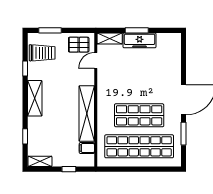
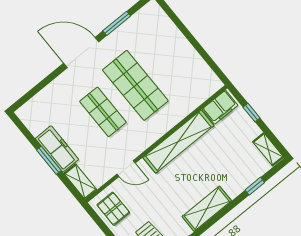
door: (96, 60) -> (126, 169), moved
shop shelf: (139, 146) -> (103, 112), moved, width x0.50, depth x0.74
filing cabinet: (87, 148) -> (220, 107), width x2.00

